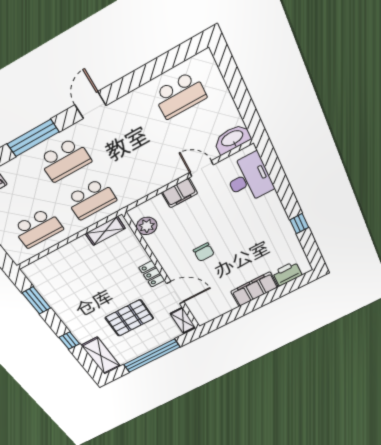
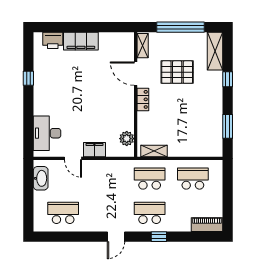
window: (33, 138) -> (159, 237), width x0.46
washbasin: (232, 139) -> (41, 178), moved, turned -90
chair: (204, 252) -> (101, 95), removed

